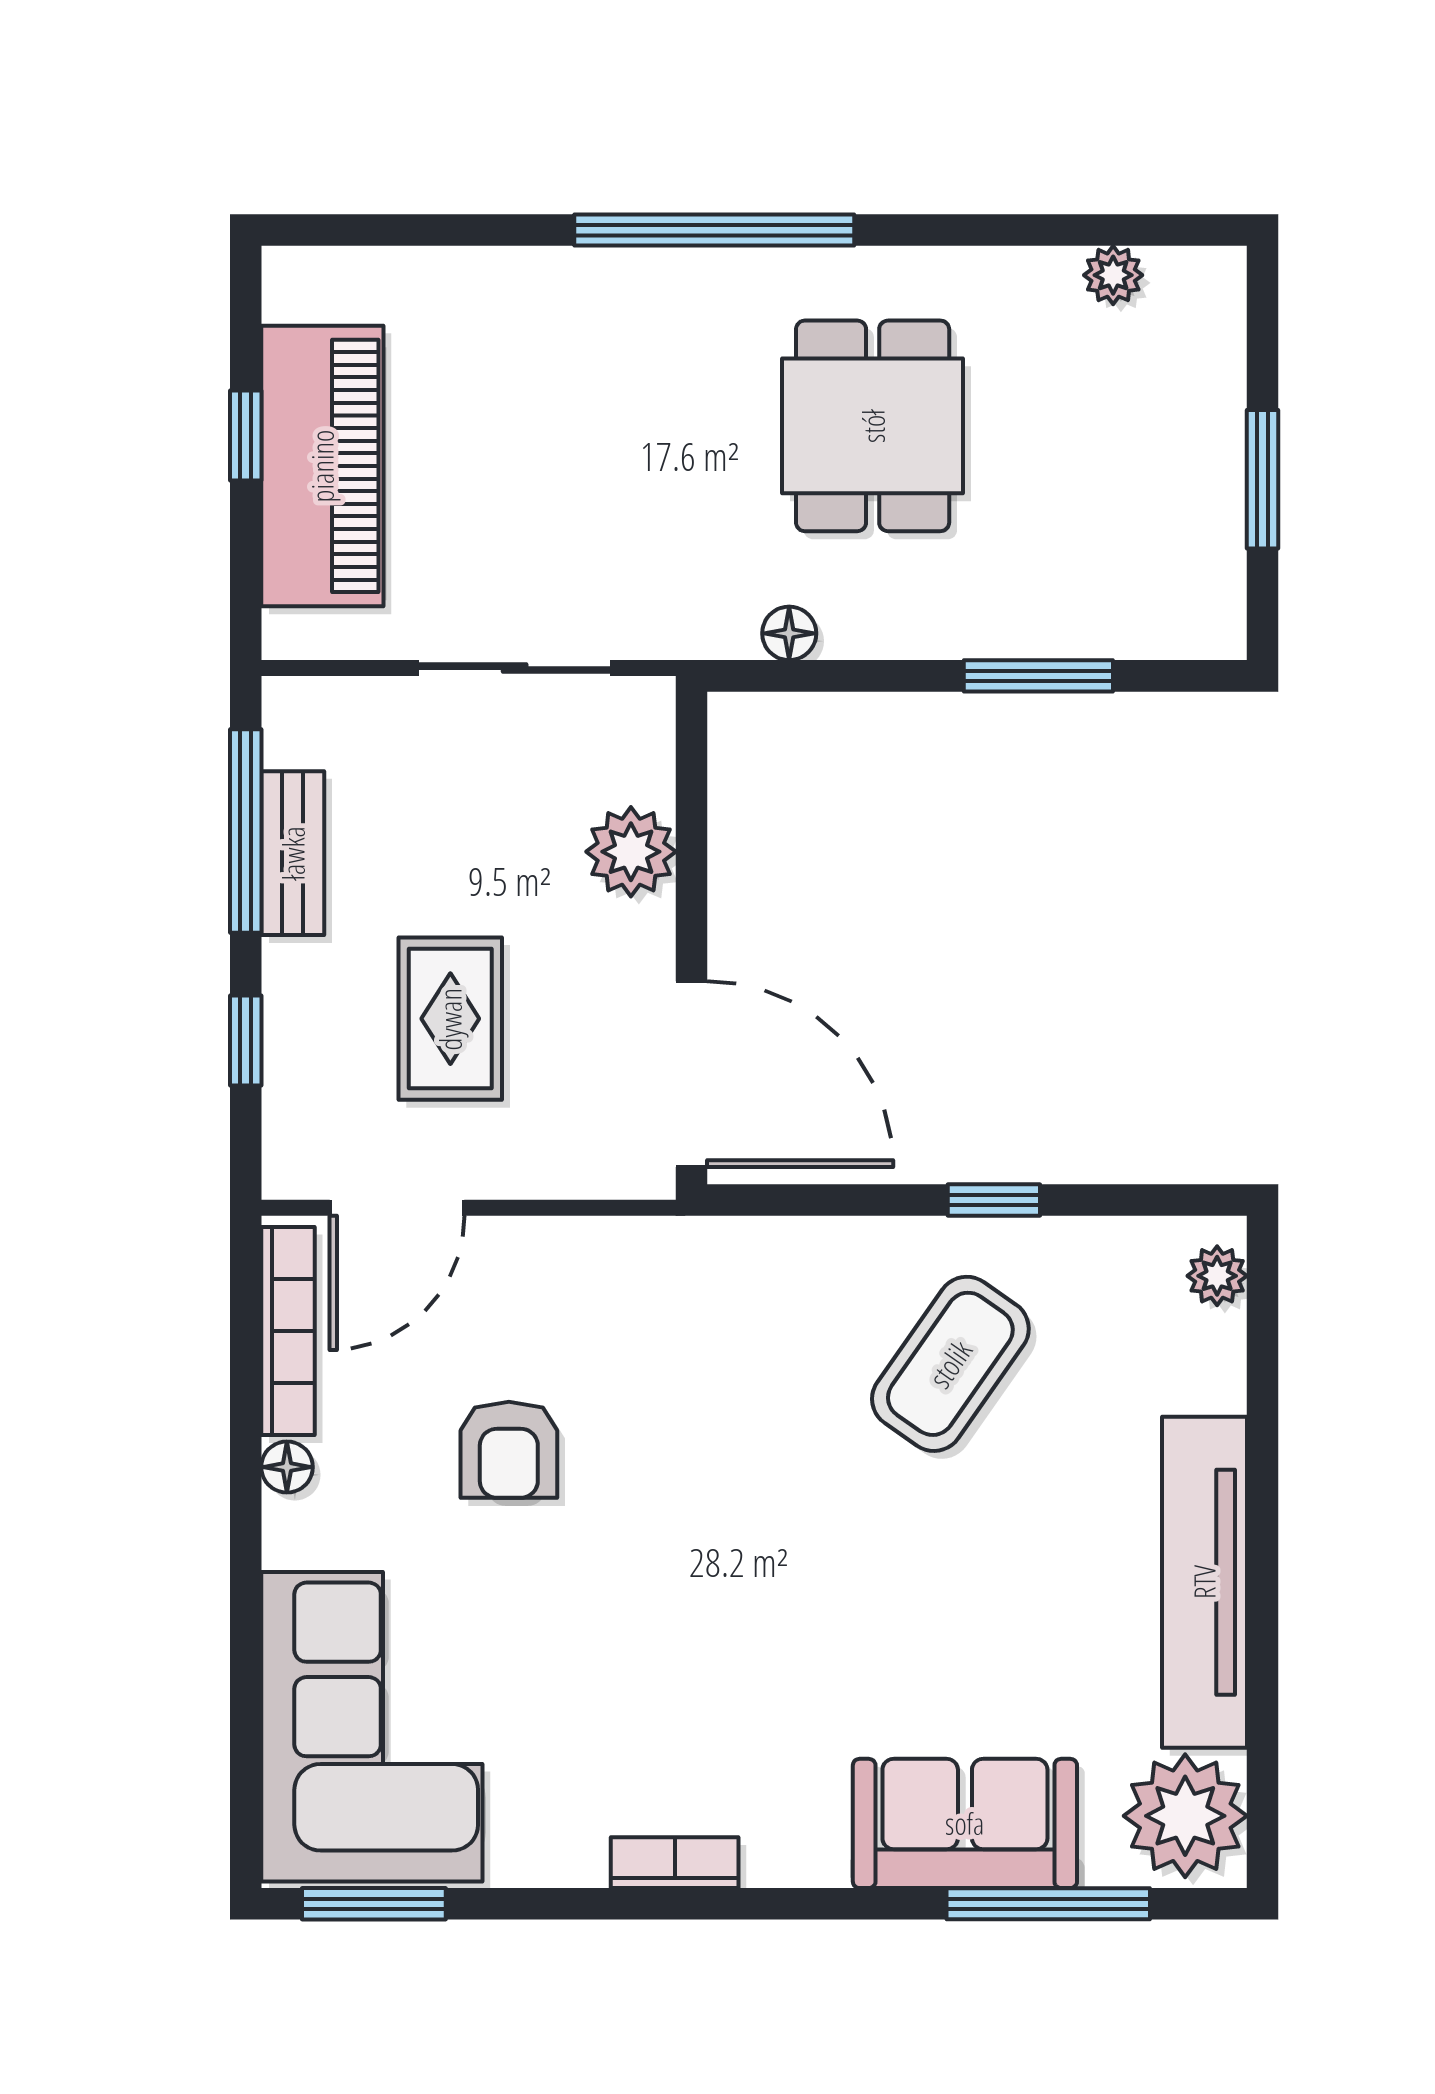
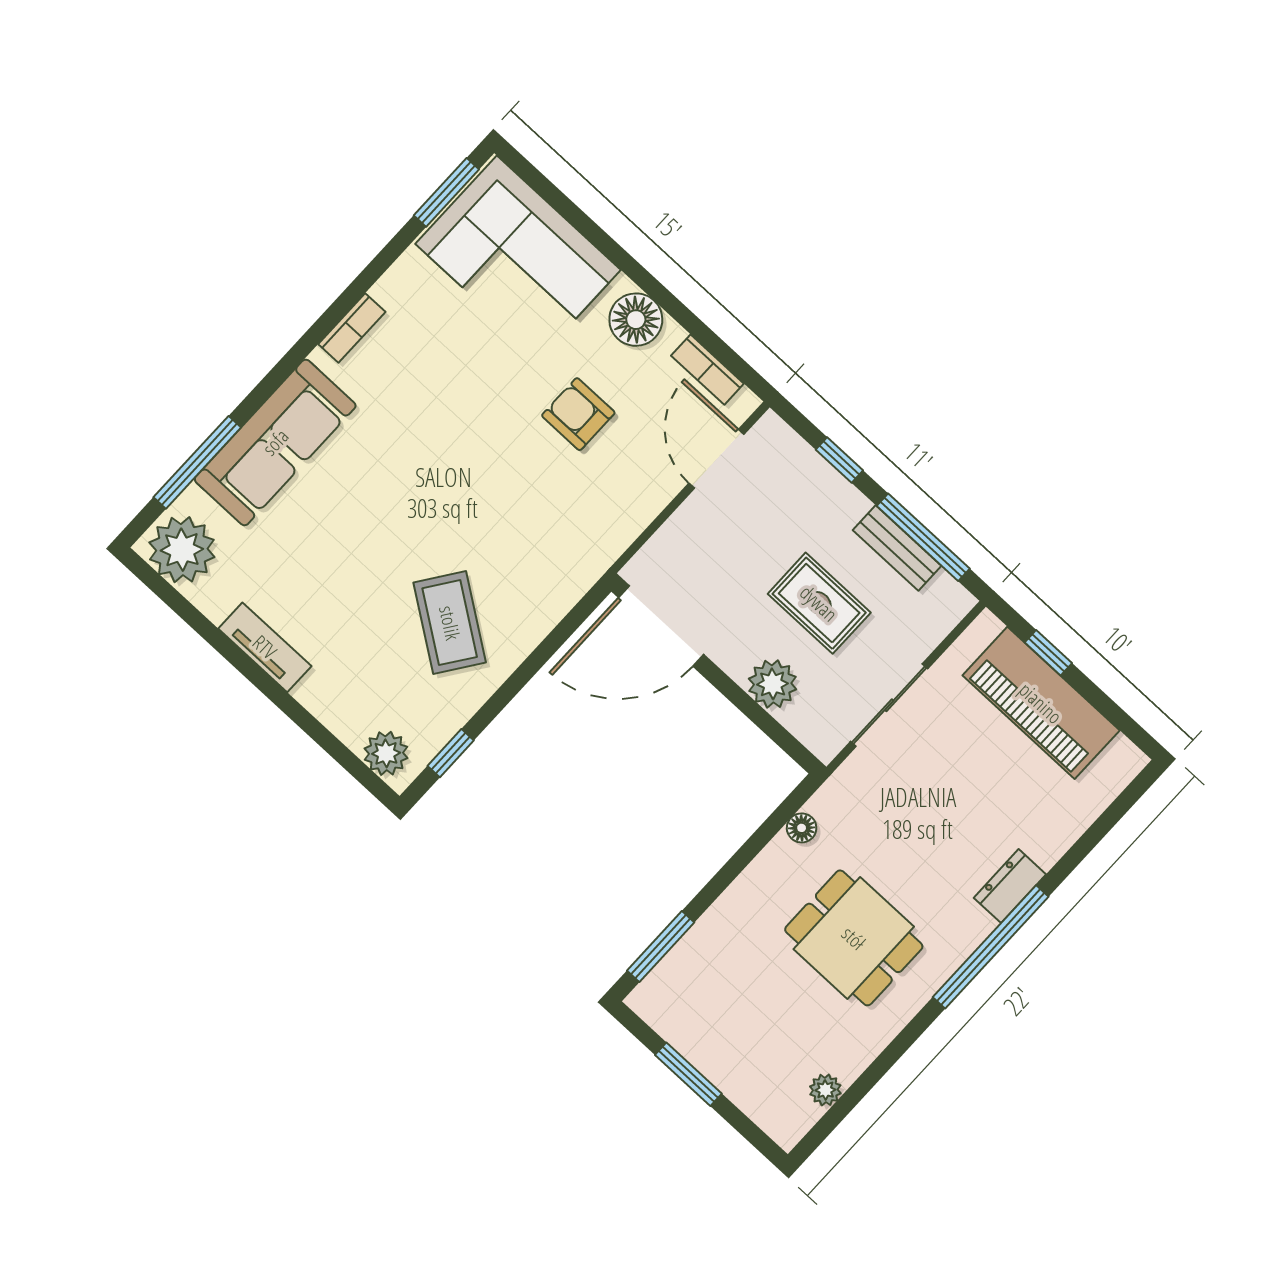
dresser: (608, 280) -> (1010, 886), added
window: (246, 435) -> (1048, 653), moved
window: (1038, 676) -> (661, 947), moved
rug: (450, 1019) -> (819, 603), moved
window: (994, 1200) -> (451, 753), moved
plant: (1217, 1276) -> (386, 753), width x1.38, depth x1.38
bookcase: (288, 1331) -> (707, 370), width x0.64
floor lamp: (287, 1467) -> (636, 320), width x1.89, depth x1.89
tv unit: (1204, 1582) -> (265, 647), width x0.52, depth x0.78
sofa: (965, 1823) -> (275, 442), width x1.36

